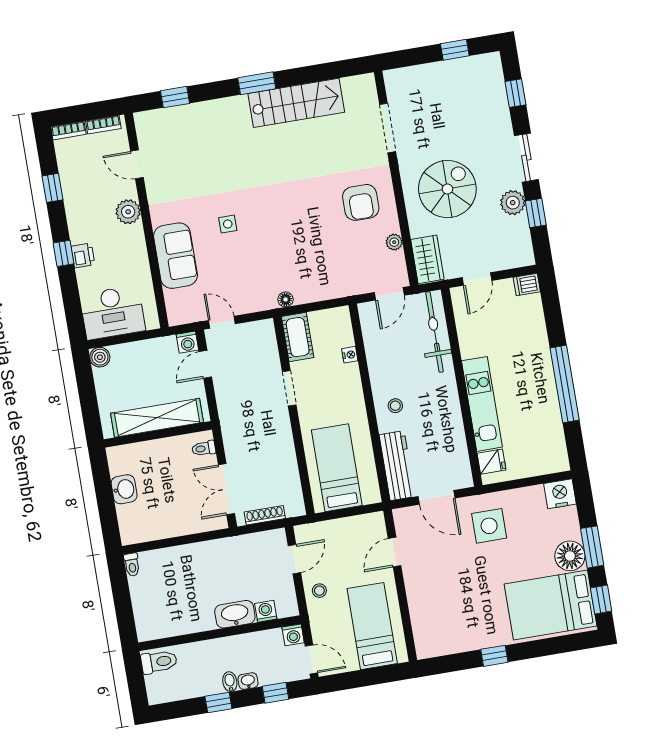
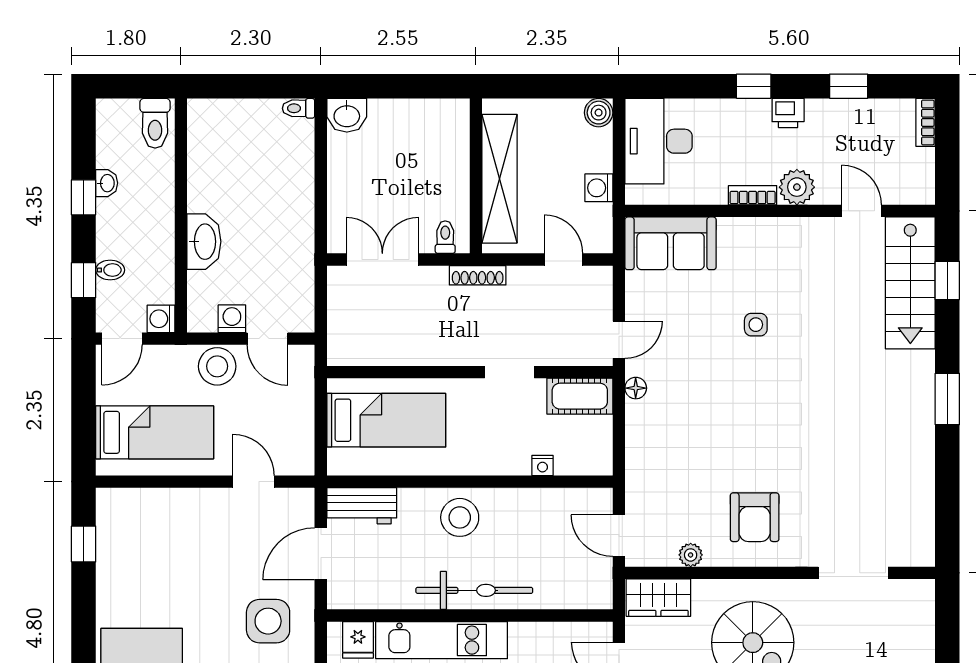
stairs: (296, 103) -> (910, 283), moved
bookcase: (103, 125) -> (753, 195), moved, turned 90
door: (137, 164) -> (862, 211), hinge flipped
armchair: (361, 202) -> (755, 517), turned -90
printer: (83, 255) -> (788, 113), moved
sofa: (175, 256) -> (671, 243), moved
door: (222, 322) -> (619, 340), moved
bicycle: (435, 332) -> (474, 590), moved
washing machine: (187, 342) -> (599, 188), moved
stool: (395, 406) -> (460, 517), width x1.89, depth x1.89
workbench: (397, 466) -> (362, 506), width x0.73
washbasin: (124, 489) -> (347, 115), moved
shoe rack: (265, 515) -> (478, 275), moved, turned 90
stool: (319, 591) -> (217, 366), width x1.89, depth x1.89
washing machine: (266, 611) -> (232, 319), moved, turned -90
window: (494, 656) -> (84, 544), moved
washbasin: (248, 681) -> (107, 183), moved
bidet: (230, 682) -> (110, 270), moved

